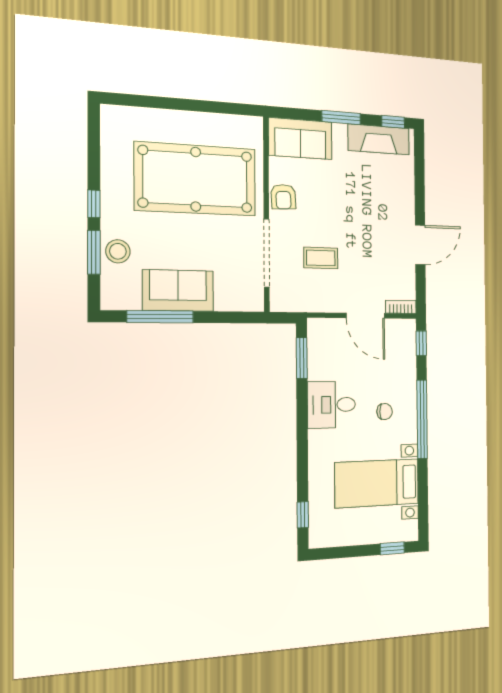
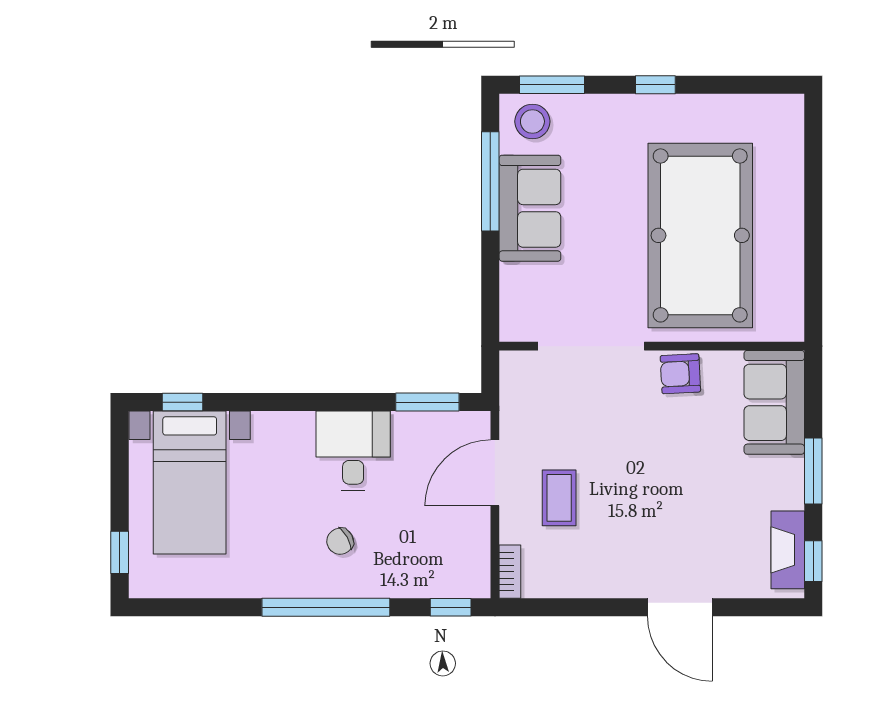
fireplace: (379, 139) -> (788, 550), width x0.73, depth x0.76
door: (420, 245) -> (680, 607), moved
stool: (118, 251) -> (532, 121), moved
window: (94, 252) -> (552, 85), moved
coffee table: (321, 258) -> (559, 498), moved
door: (365, 316) -> (495, 473), moved
chair: (385, 412) -> (340, 541), turned 61
bed with nightstands: (377, 483) -> (190, 482), moved, turned 180

